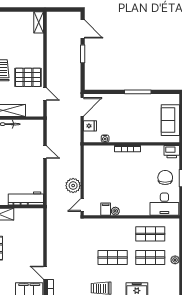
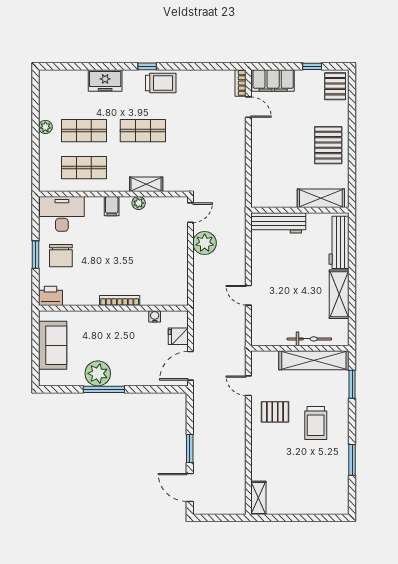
pallet: (28, 77) -> (275, 412), width x0.67, depth x0.71
plant: (141, 102) -> (98, 373), added
filing cabinet: (106, 209) -> (112, 206), moved
shelving: (111, 223) -> (146, 184), added

